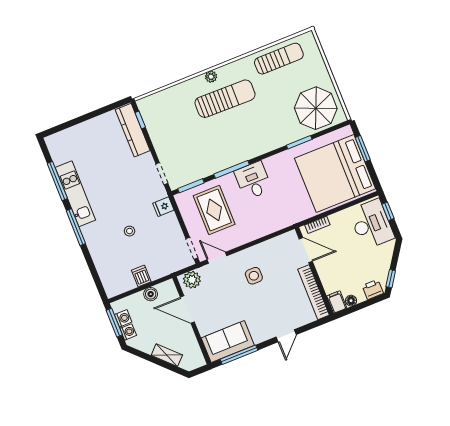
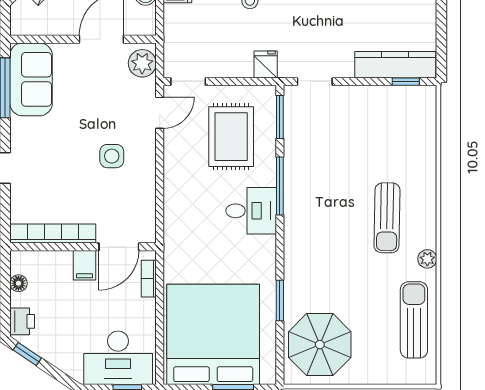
sun lounger: (279, 59) -> (414, 320), turned 180
plant: (211, 77) -> (427, 259), moved
sun lounger: (225, 99) -> (387, 218), width x0.73, depth x0.75
rug: (214, 210) -> (231, 137), turned 90
filing cabinet: (337, 302) -> (84, 265), moved, turned 90

